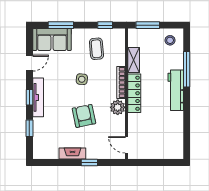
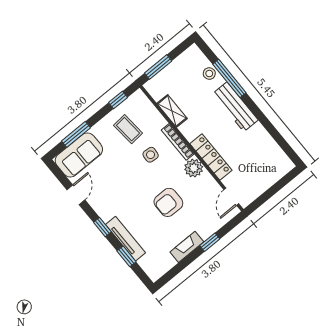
stool: (170, 40) -> (209, 74), moved
side table: (82, 79) -> (151, 155), moved
locker: (134, 93) -> (211, 157), moved
tv unit: (38, 97) -> (125, 239), moved
armchair: (84, 116) -> (168, 202), turned -78
door: (127, 145) -> (231, 197), hinge flipped

